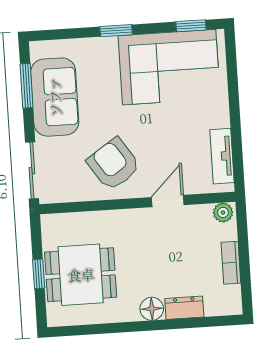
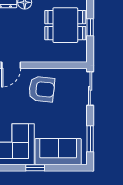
sofa: (55, 97) -> (58, 152), moved, turned 90
armchair: (114, 164) -> (42, 89), turned -50

